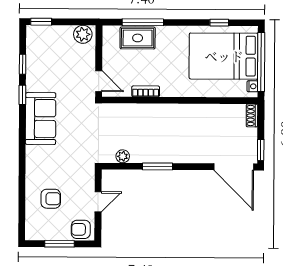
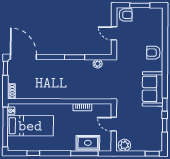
bed: (224, 56) -> (30, 126), width x0.67
door: (99, 81) -> (114, 124), moved
armchair: (51, 199) -> (153, 53), moved
door: (98, 202) -> (114, 33), hinge flipped

